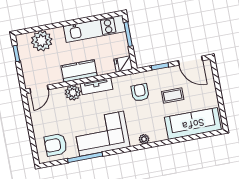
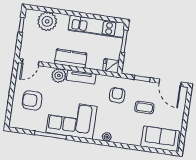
sofa: (193, 124) -> (160, 139), width x0.73
armchair: (56, 145) -> (32, 100), moved

